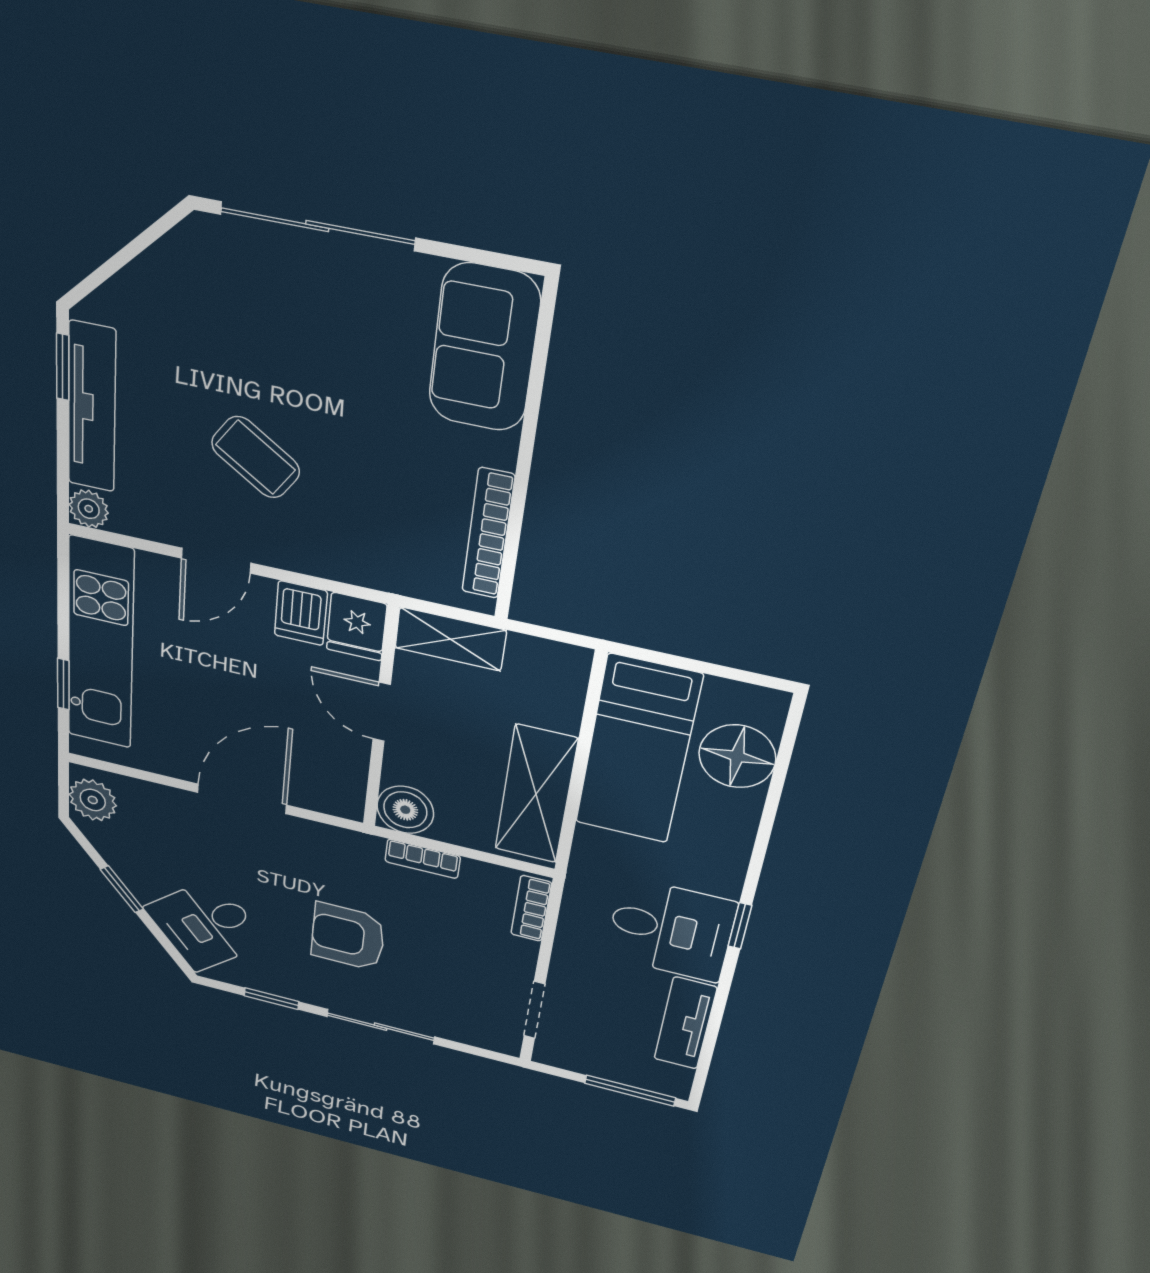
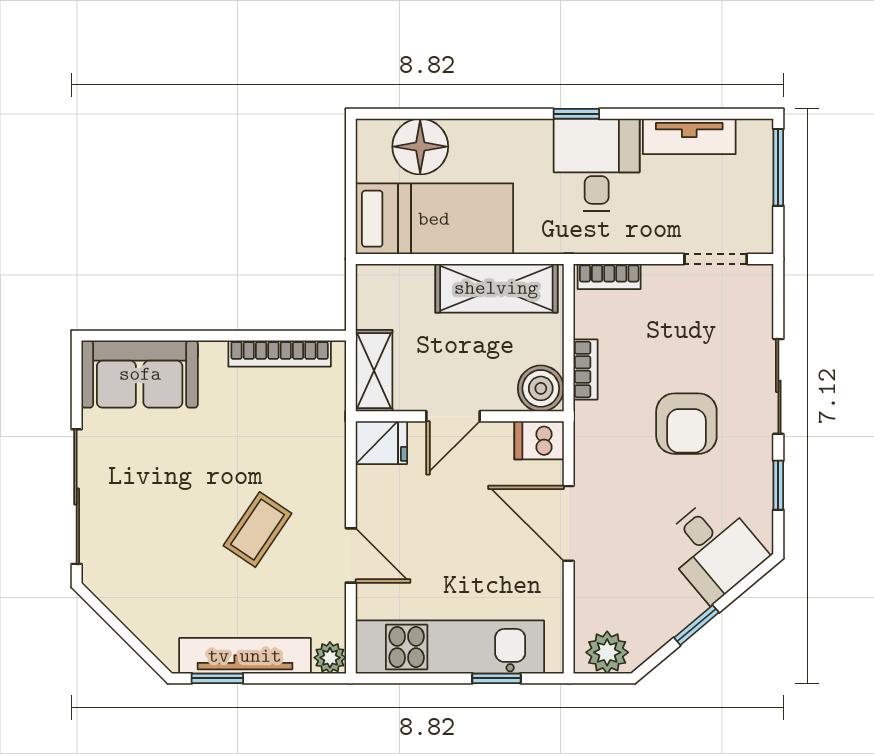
dishwasher: (301, 613) -> (539, 440), moved, turned 180

